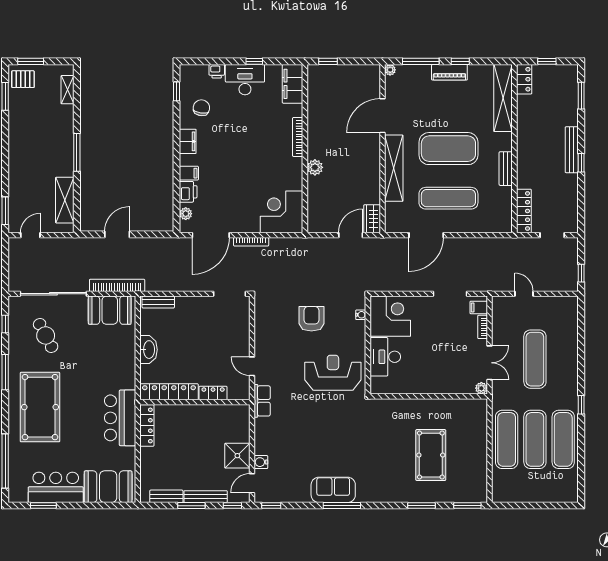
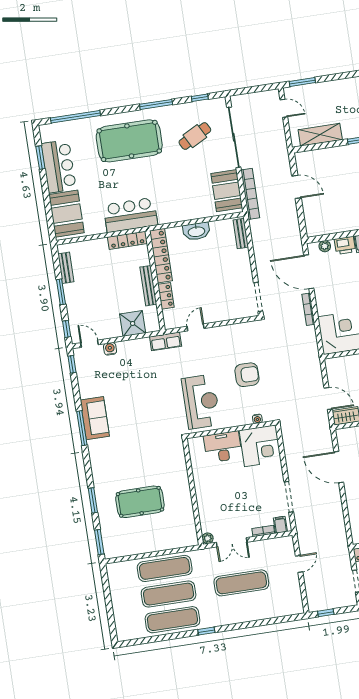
shower: (237, 456) -> (133, 323), moved
bench: (206, 497) -> (148, 286), moved

